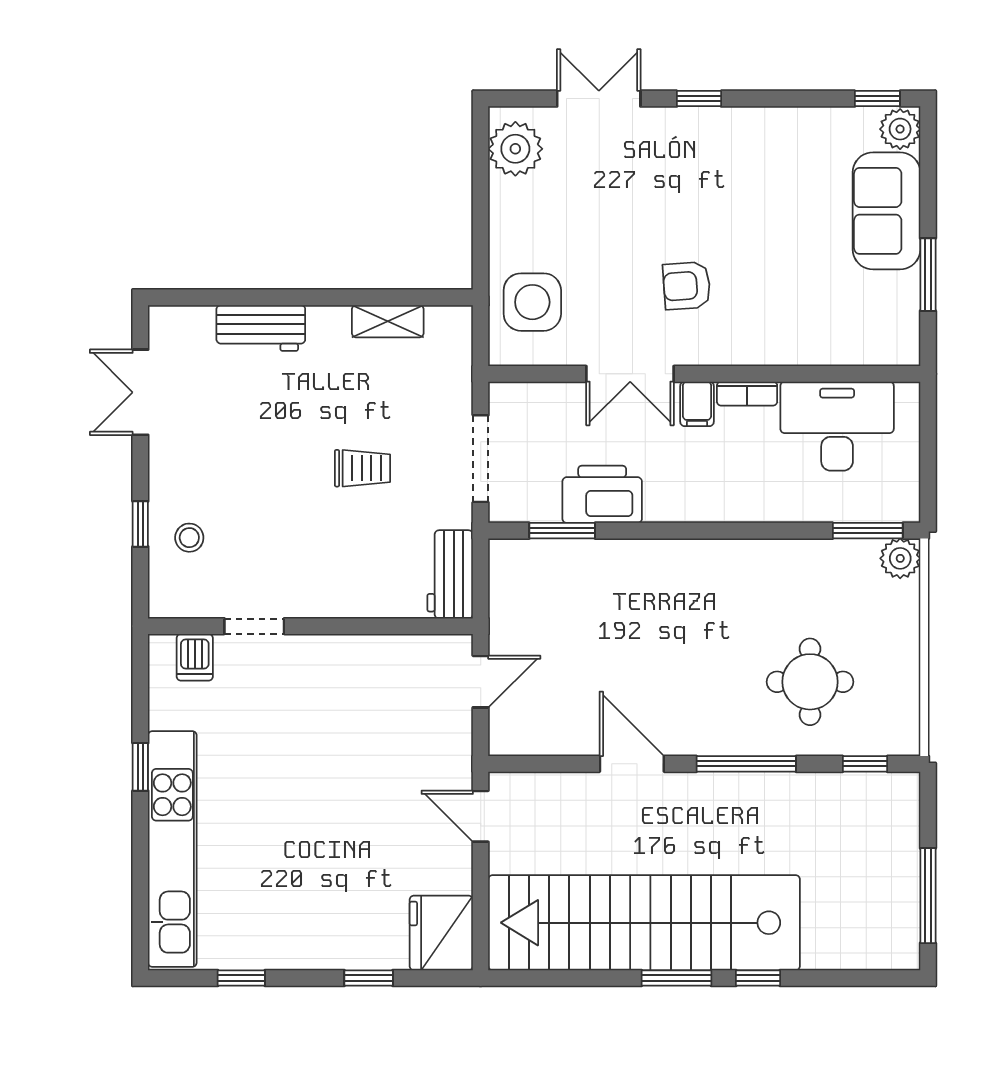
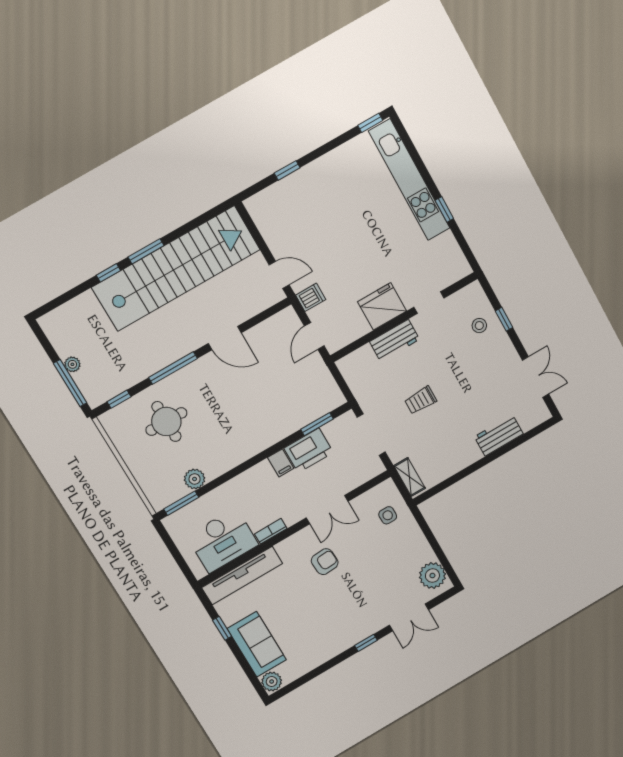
window: (877, 99) -> (289, 688), removed
window: (928, 275) -> (222, 628), width x0.67
side table: (532, 302) -> (388, 515), width x0.54, depth x0.54
shelving: (388, 321) -> (409, 477), moved, turned 90
tv unit: (840, 346) -> (242, 576), added
double door: (630, 374) -> (327, 510), swing flipped
filing cabinet: (697, 404) -> (281, 463), moved, turned 180
plant: (900, 558) -> (195, 479), moved
workbench: (450, 574) -> (395, 341), moved, turned 90
dishwasher: (195, 657) -> (311, 297), moved, turned 90
plant: (906, 864) -> (72, 364), added
window: (928, 896) -> (70, 383), moved
fridge: (441, 933) -> (382, 306), moved, turned -90
window: (241, 978) -> (370, 123), moved

